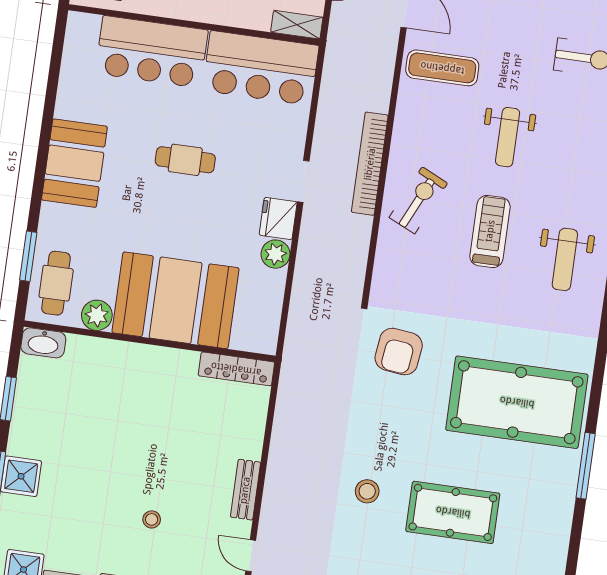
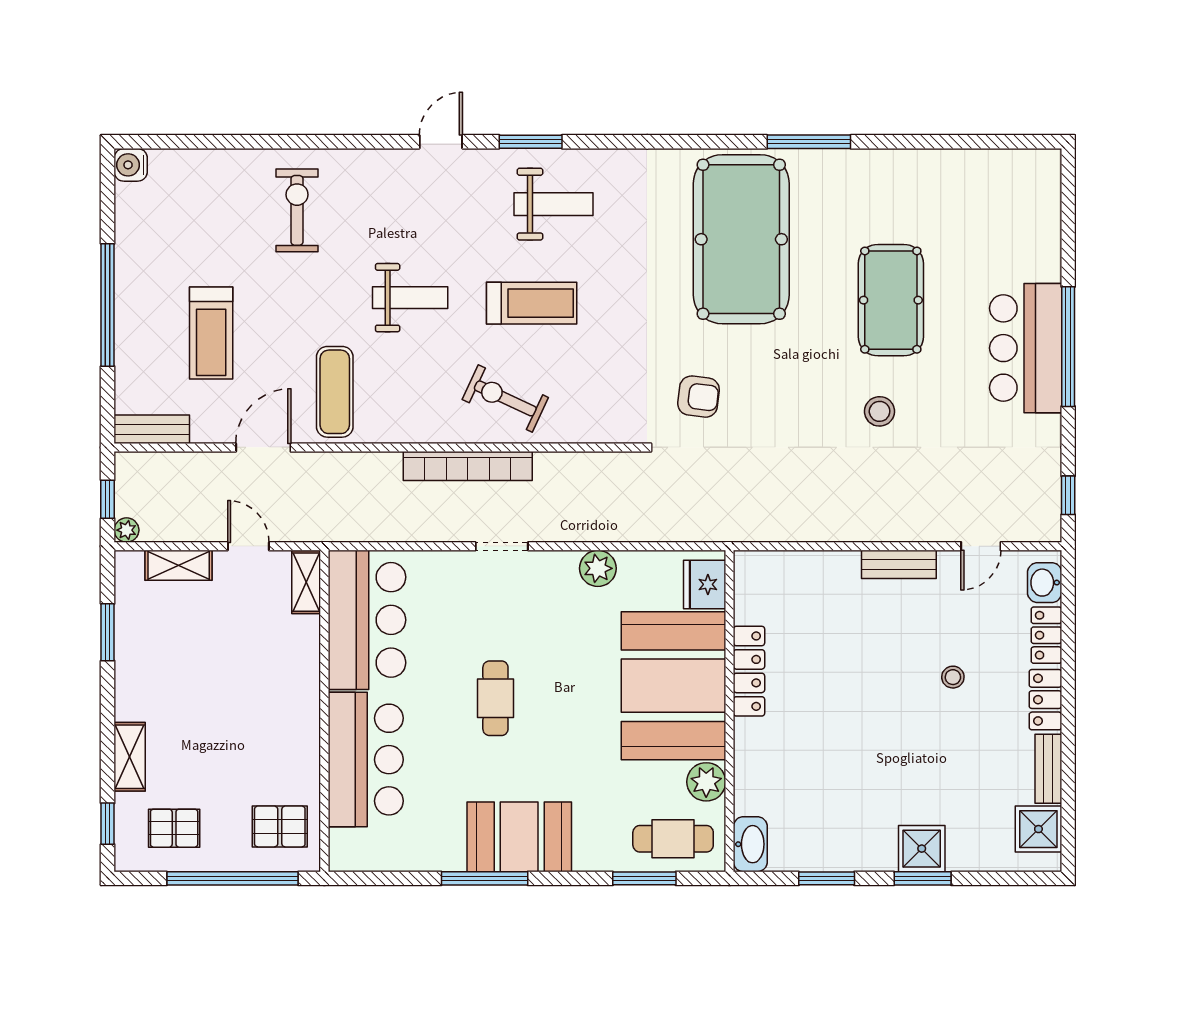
window: (46, 132) -> (485, 878), added
fridge: (278, 218) -> (705, 584), moved, turned 90
treadmill: (490, 231) -> (532, 303), turned 180
armchair: (399, 352) -> (699, 397), width x0.72, depth x0.72
locker: (236, 369) -> (749, 671), moved

